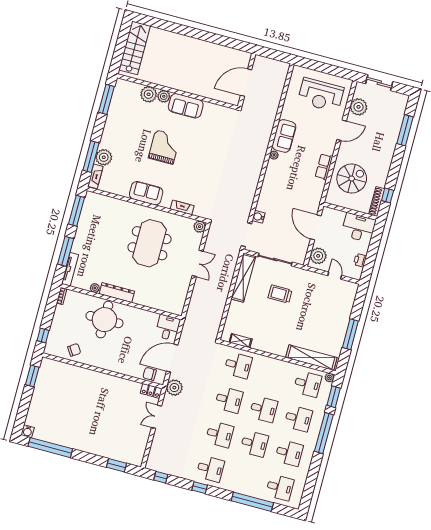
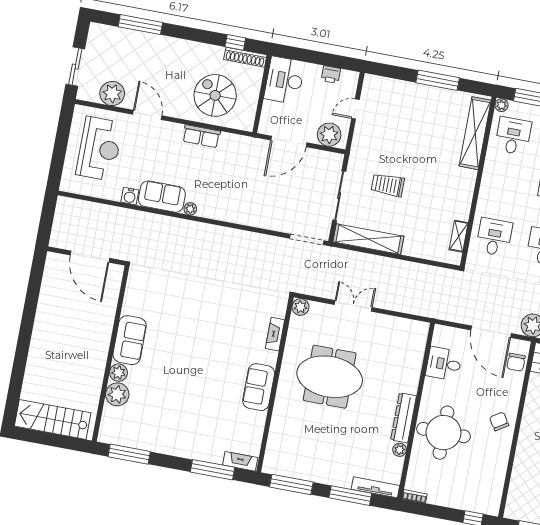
grand piano: (164, 147) -> (191, 366), removed
plant: (104, 157) -> (212, 451), removed
water cooler: (258, 217) -> (130, 196), moved
trolley: (280, 294) -> (388, 185), turned 90
desk: (168, 328) -> (444, 364), moved
chair: (74, 350) -> (499, 421), moved

